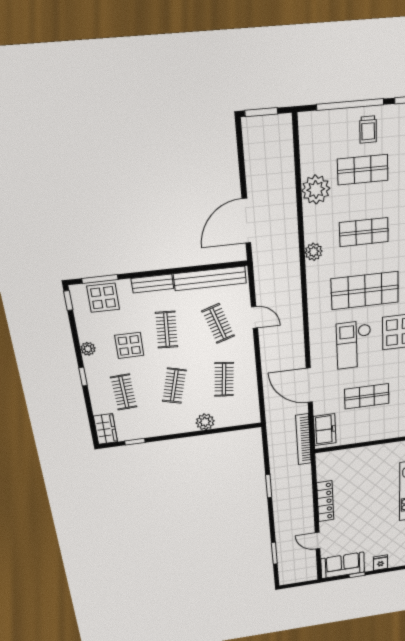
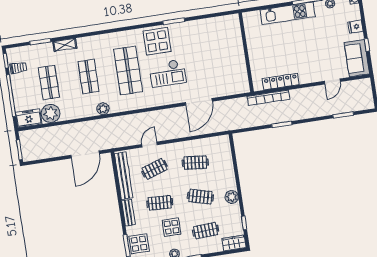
trolley: (368, 129) -> (18, 68), moved
plant: (316, 190) -> (51, 113), moved
door: (246, 221) -> (85, 154), hinge flipped
shop shelf: (367, 396) -> (207, 58), removed
plant: (205, 422) -> (232, 197), moved
freezer: (325, 430) -> (29, 118), moved
bookcase: (303, 439) -> (268, 98), moved
locker: (325, 501) -> (281, 82), moved

